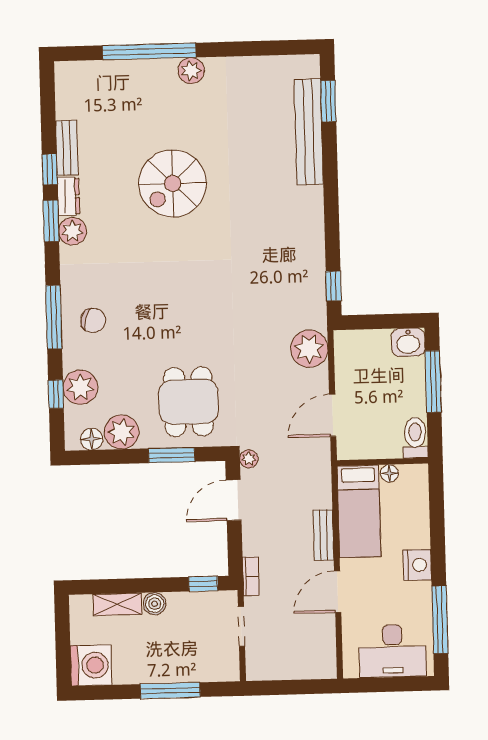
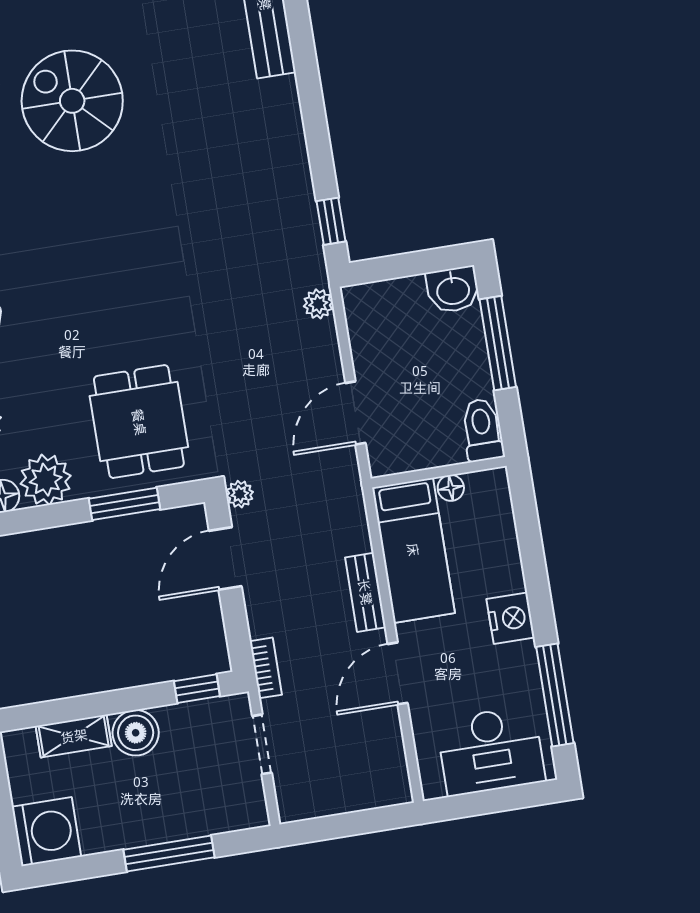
spiral stairs: (173, 183) -> (72, 101), turned 90
plant: (309, 349) -> (318, 304), width x0.53, depth x0.53
boiler: (155, 604) -> (136, 733), width x1.36, depth x1.36

